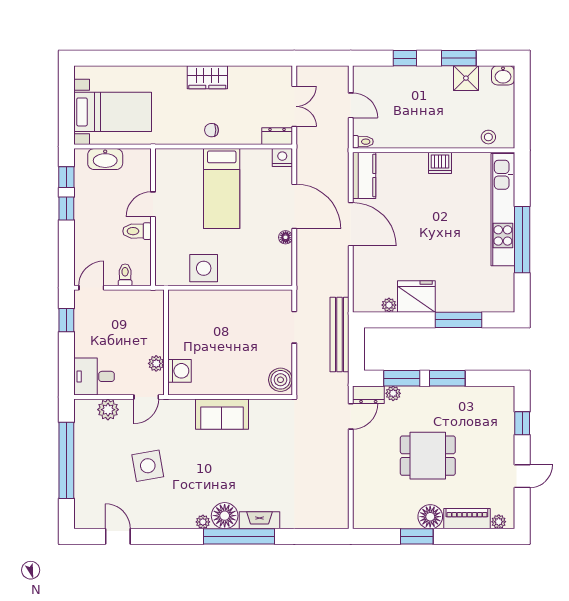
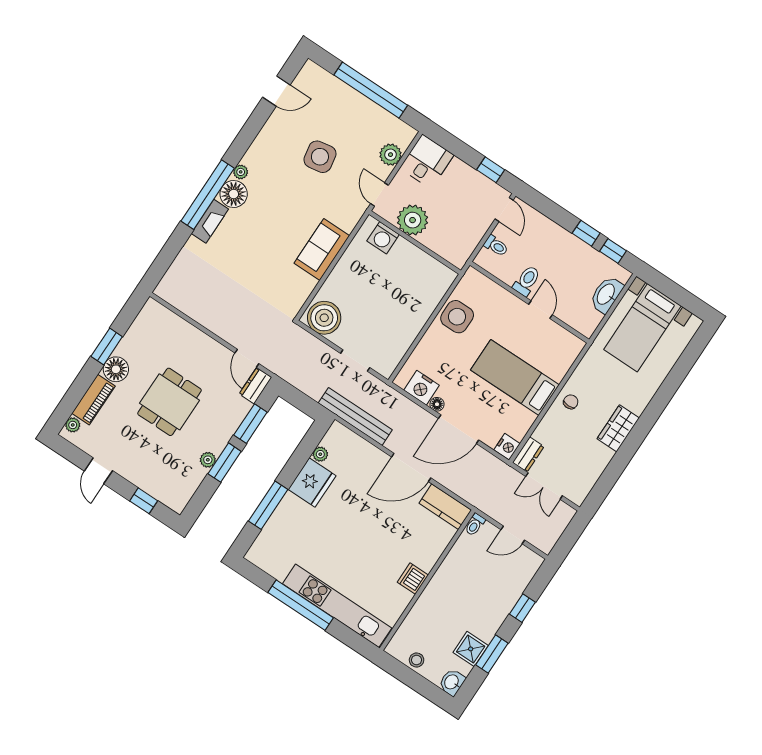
stool: (488, 137) -> (417, 660), moved
nightstand: (280, 259) -> (422, 388), added
bench: (339, 334) -> (355, 416), moved
plant: (156, 363) -> (413, 220), width x1.88, depth x1.88
boiler: (280, 380) -> (324, 318), width x1.37, depth x1.37
plant: (393, 393) -> (208, 460), moved

